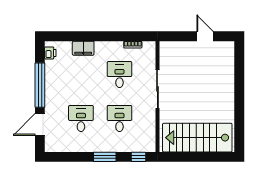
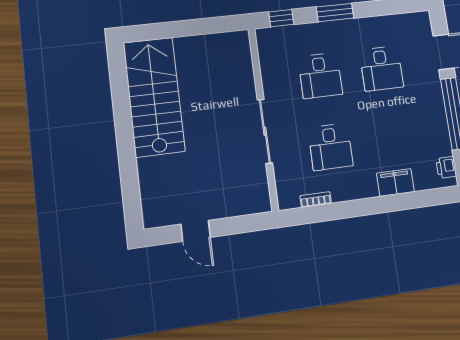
stairs: (197, 138) -> (154, 97), moved, turned -90

